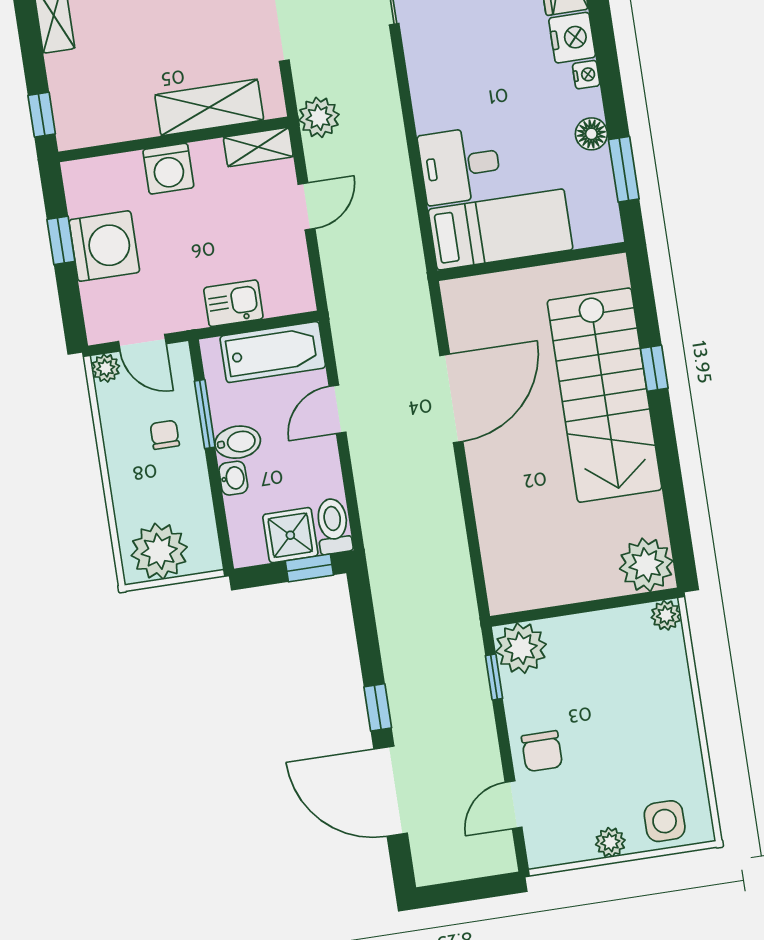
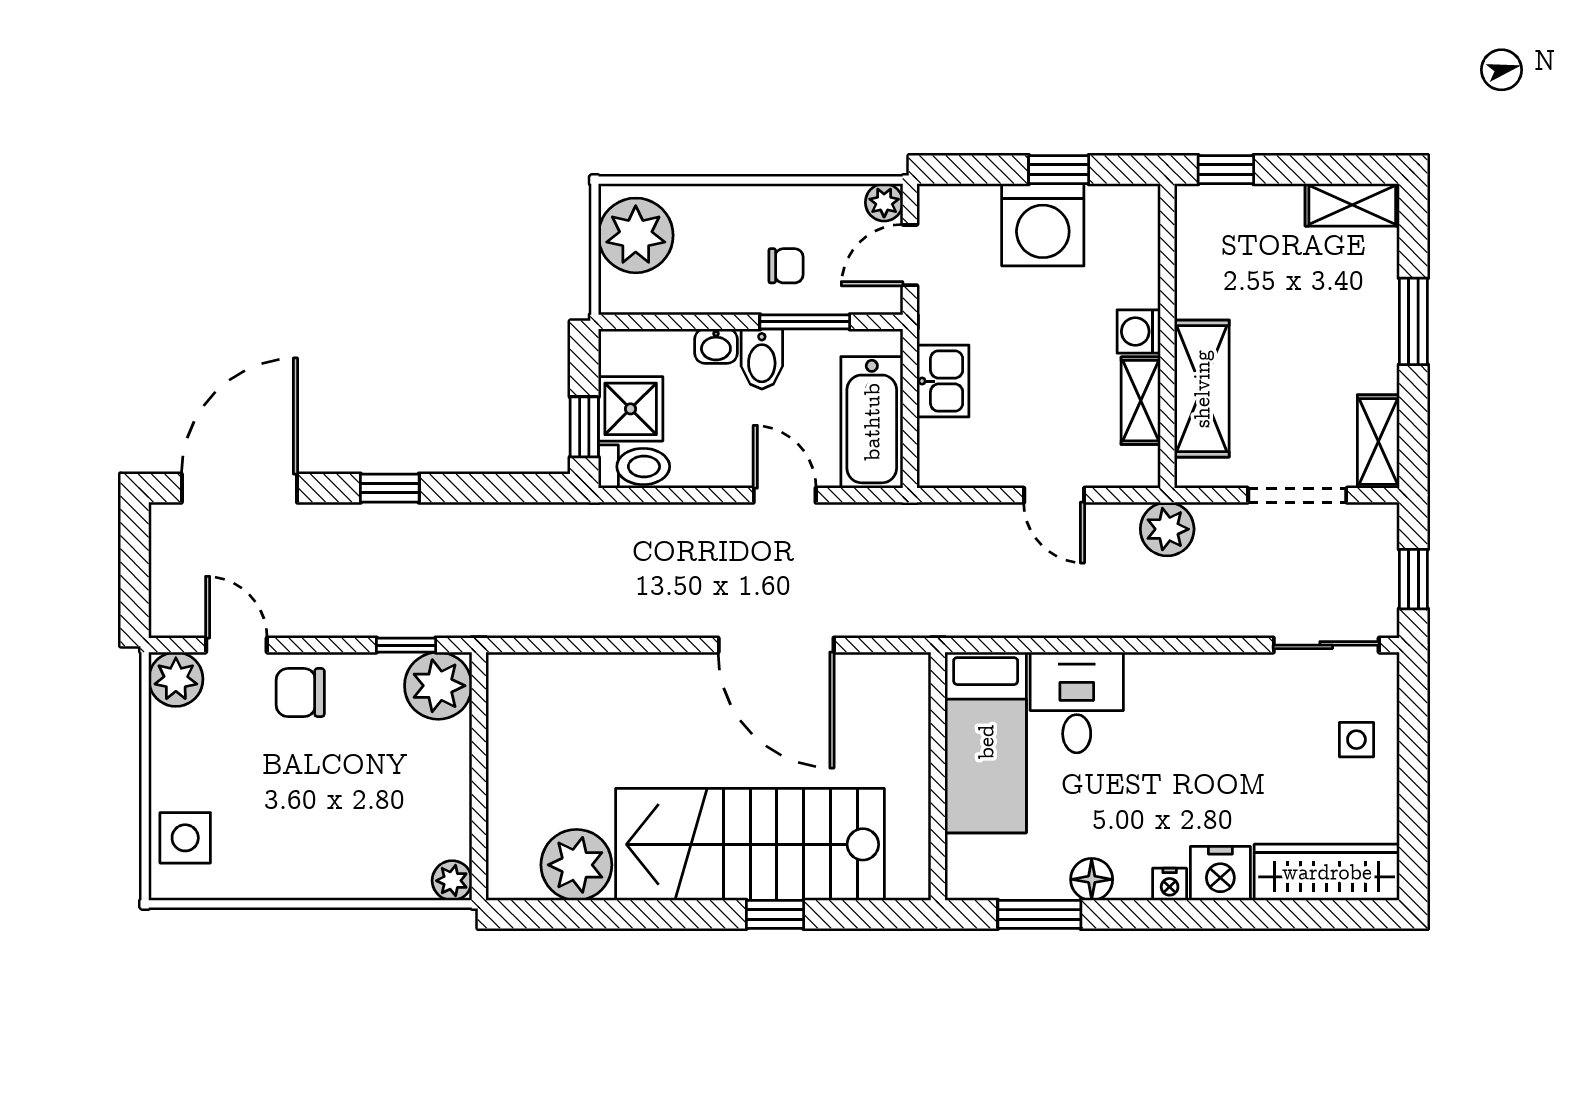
shelving: (258, 147) -> (1141, 401), moved
washing machine: (168, 169) -> (1139, 332), width x0.73, depth x0.73
plant: (646, 565) -> (576, 865), moved
door: (391, 791) -> (239, 488), moved
plant: (610, 842) -> (176, 679), moved, width x1.38, depth x1.38

